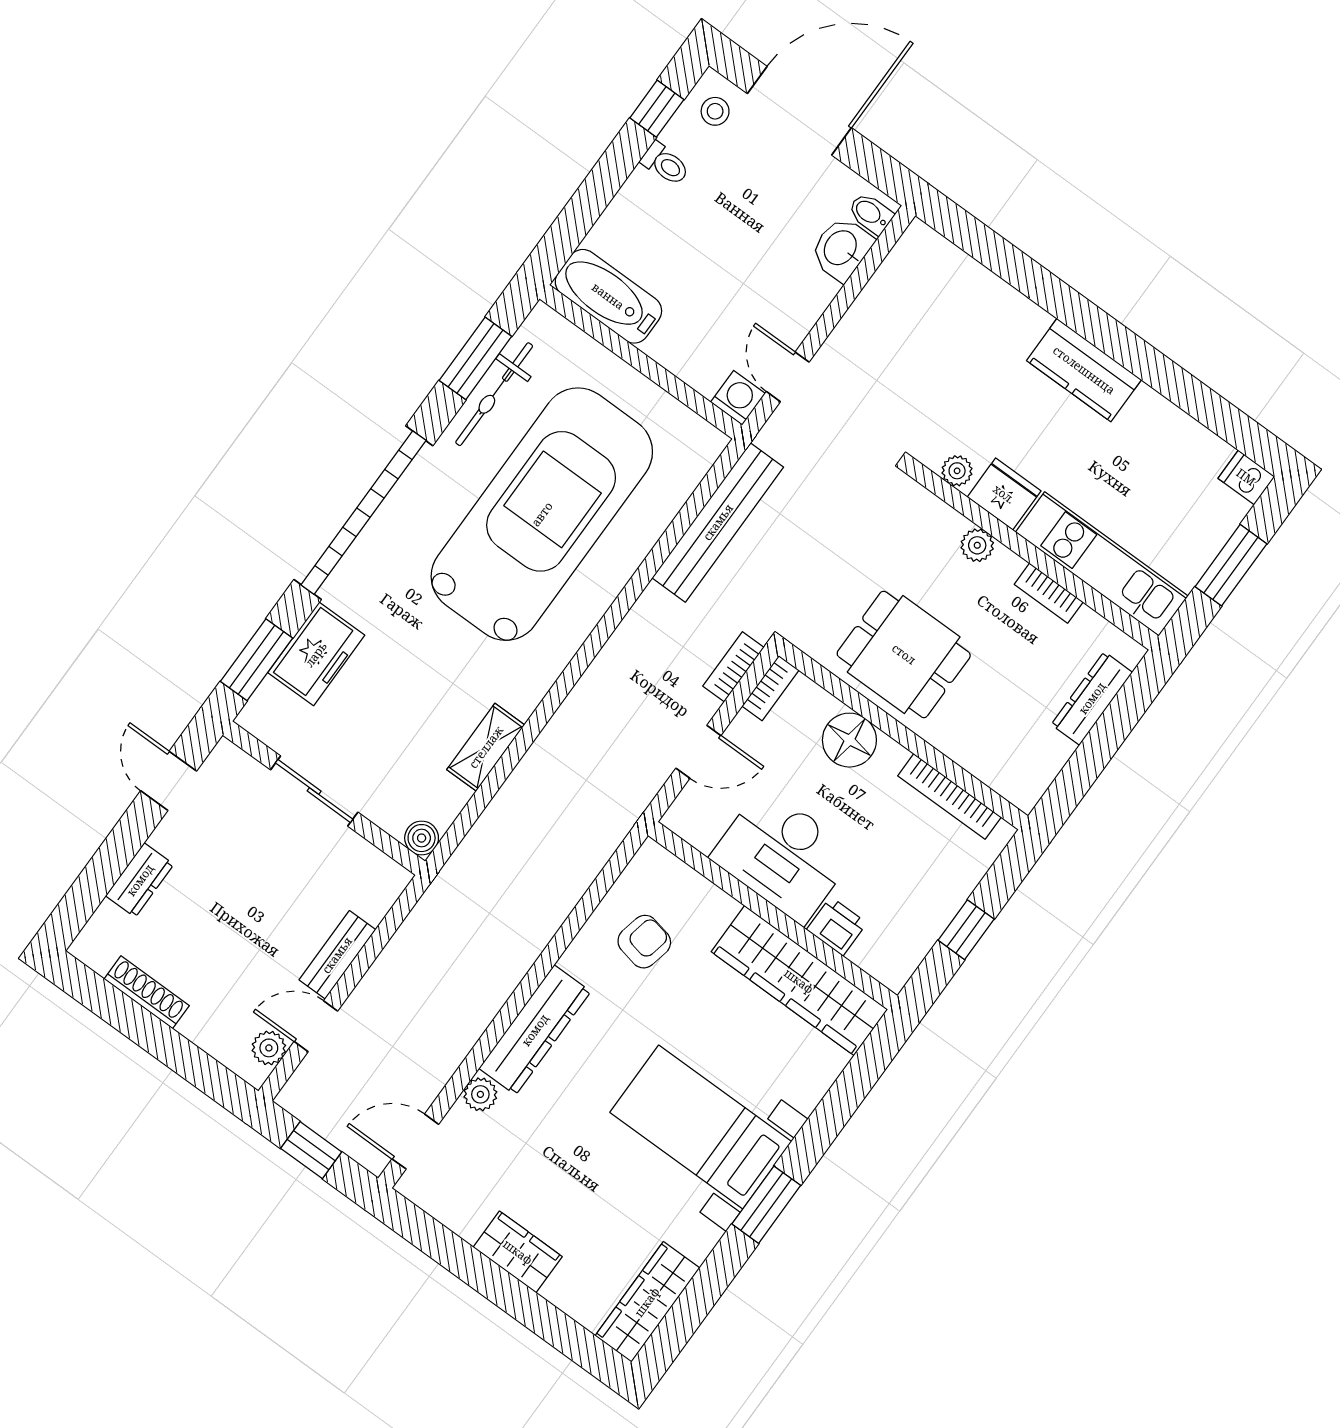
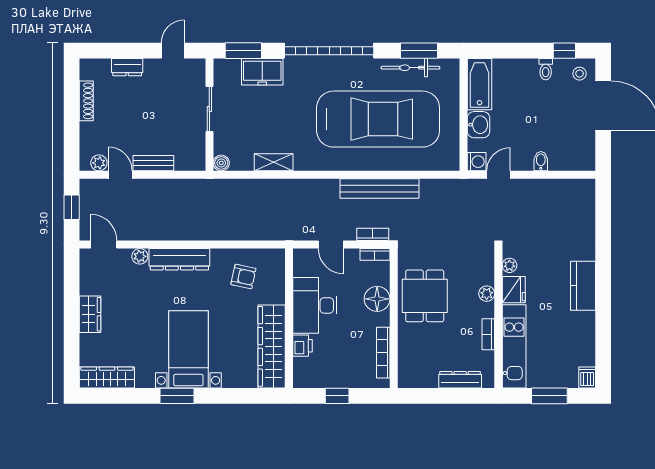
bidet: (871, 214) -> (541, 161), moved
washbasin: (841, 249) -> (479, 125), moved, turned 90
bench: (718, 522) -> (379, 188), moved

